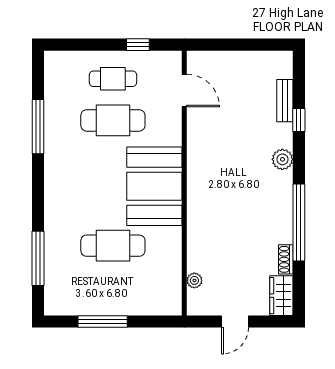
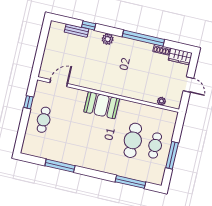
cafe table: (113, 120) -> (155, 145), moved, width x0.73, depth x0.74
booth: (154, 186) -> (102, 105), width x0.73, depth x0.70

